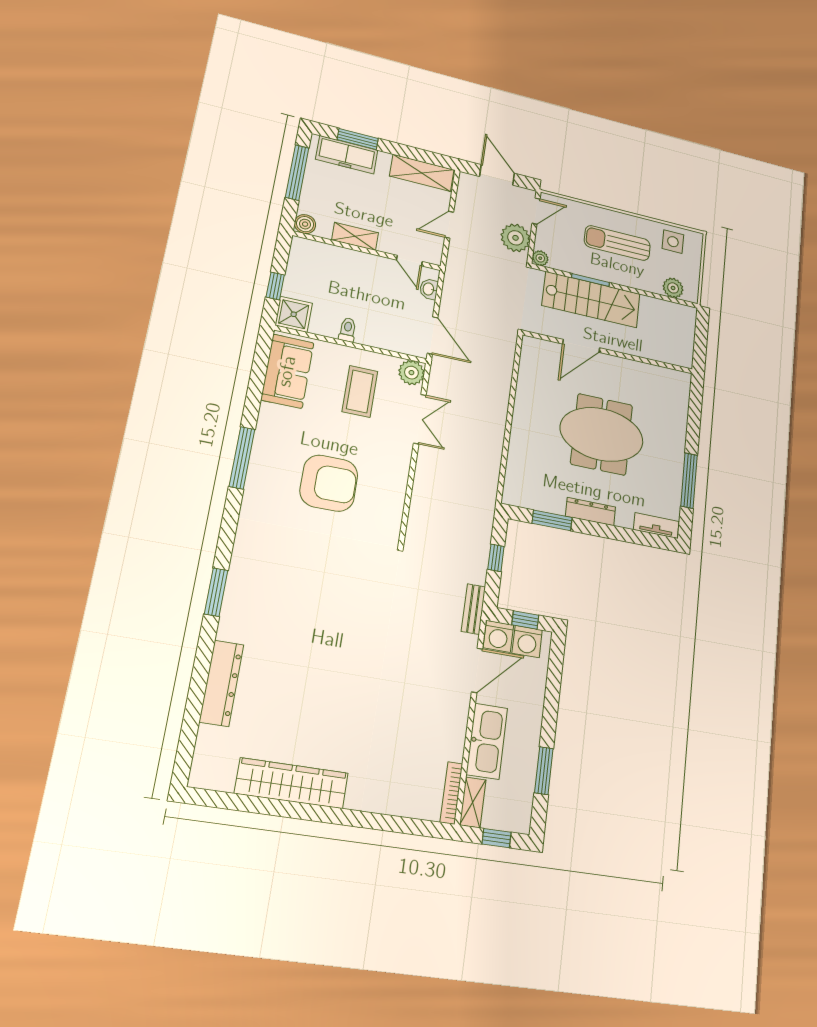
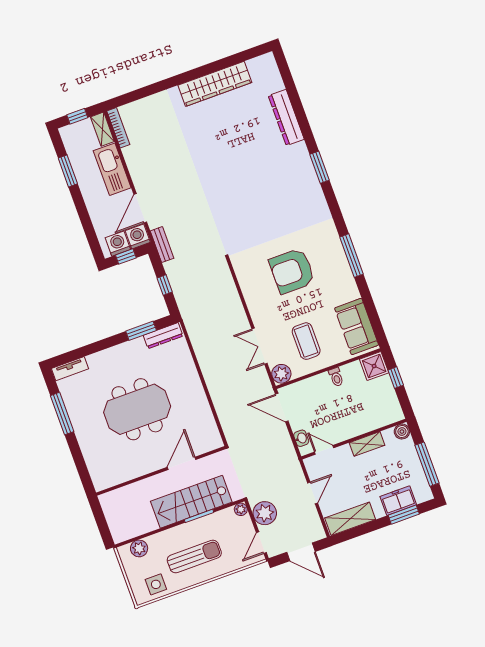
freezer: (347, 155) -> (398, 501), width x0.71
dresser: (591, 512) -> (163, 336), moved

